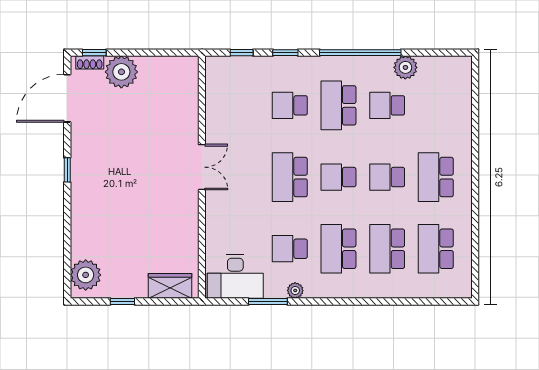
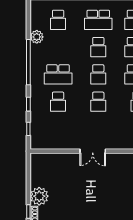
school desk: (387, 105) -> (58, 20), moved
double door: (202, 167) -> (93, 151), swing flipped
school desk: (290, 177) -> (98, 102), width x0.54

